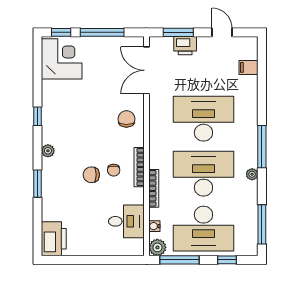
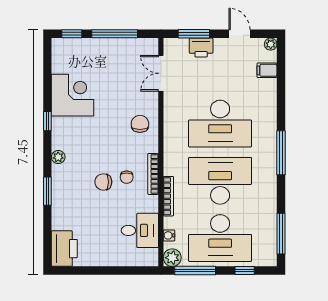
corner desk: (62, 59) -> (73, 95), moved
double door: (147, 70) -> (161, 73), width x0.73
desk: (203, 119) -> (220, 124), turned 180
plant: (252, 174) -> (271, 44), moved

